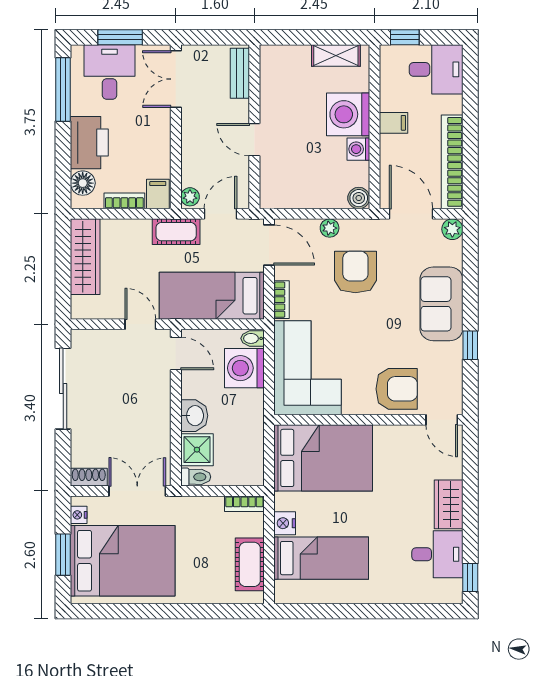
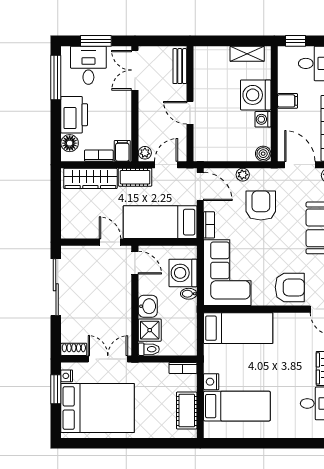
wardrobe: (85, 257) -> (90, 178), moved, turned 90
bidet: (253, 338) -> (189, 294), moved
bed: (323, 458) -> (238, 328), width x0.67
window: (63, 555) -> (56, 389), moved

